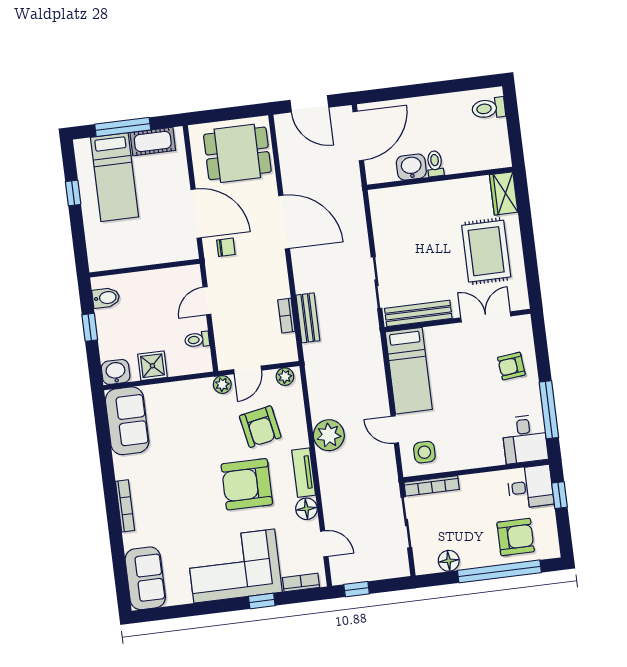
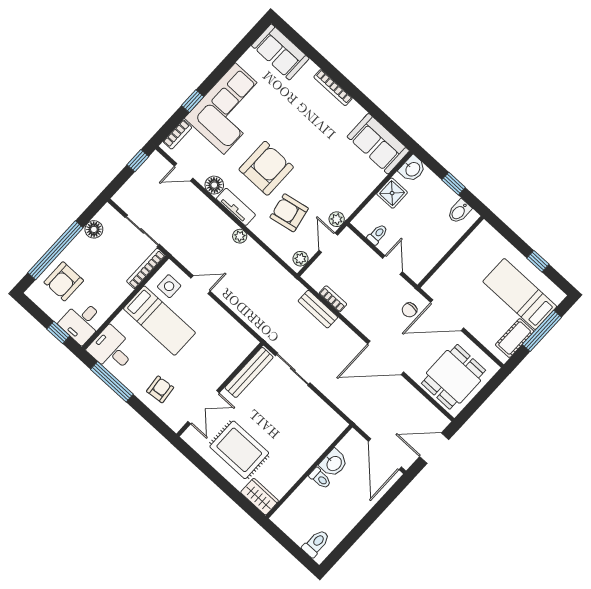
bed: (409, 371) -> (159, 321), moved, turned 180
plant: (329, 435) -> (240, 236), width x0.53, depth x0.53

